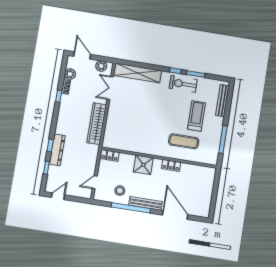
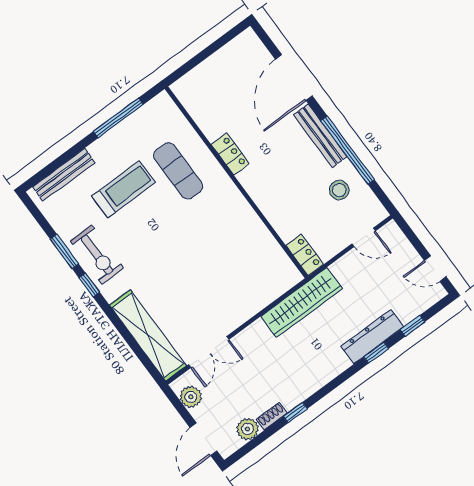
treadmill: (196, 116) -> (123, 189), turned 180
wardrobe: (97, 124) -> (302, 302), moved
shower: (143, 165) -> (270, 194), removed

